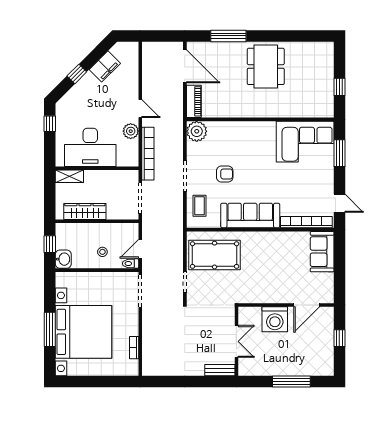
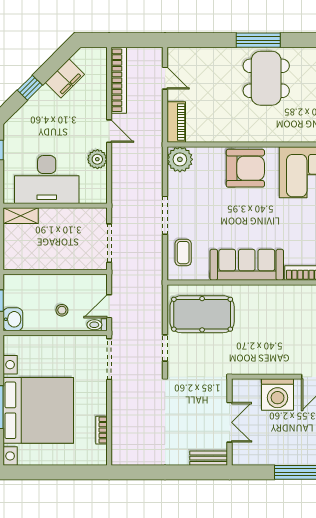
window: (228, 36) -> (258, 40), moved
door: (185, 66) -> (165, 78), width x0.53
bookcase: (148, 154) -> (119, 80), moved
armchair: (225, 174) -> (245, 168), moved, width x1.88, depth x1.88
wardrobe: (85, 211) -> (40, 260), removed

